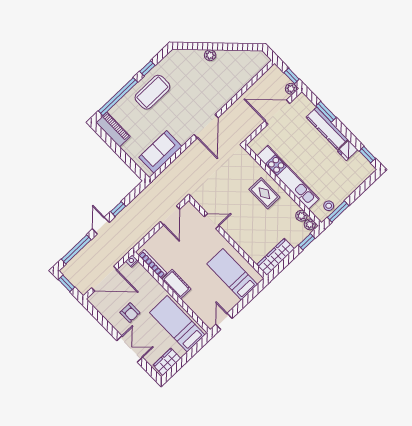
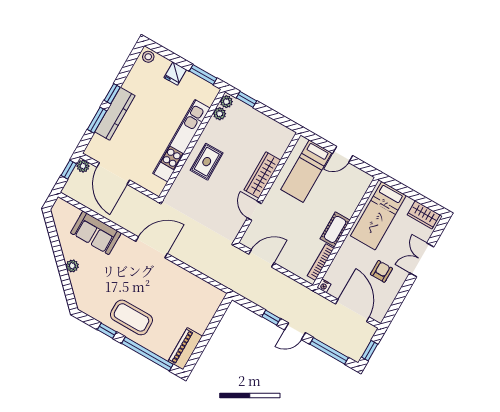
fridge: (347, 150) -> (175, 74), moved, turned 90
sofa: (160, 152) -> (96, 233), moved
window: (367, 155) -> (112, 94), moved
stool: (329, 206) -> (148, 57), moved
wardrobe: (276, 257) -> (262, 175), moved, turned 90
door: (224, 321) -> (343, 154), moved

